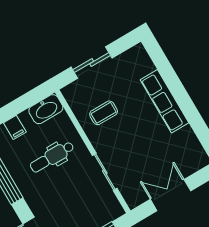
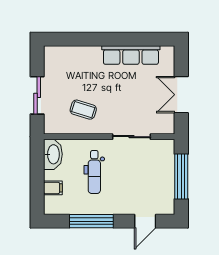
row of seats: (164, 101) -> (131, 55), moved
coffee table: (104, 113) -> (83, 110), turned -73

